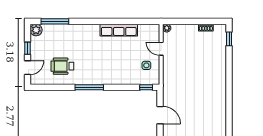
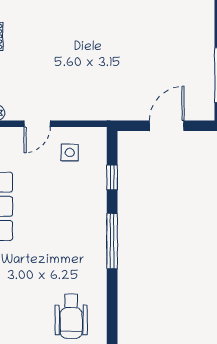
window: (89, 87) -> (112, 241), moved
window: (146, 87) -> (112, 177), moved

